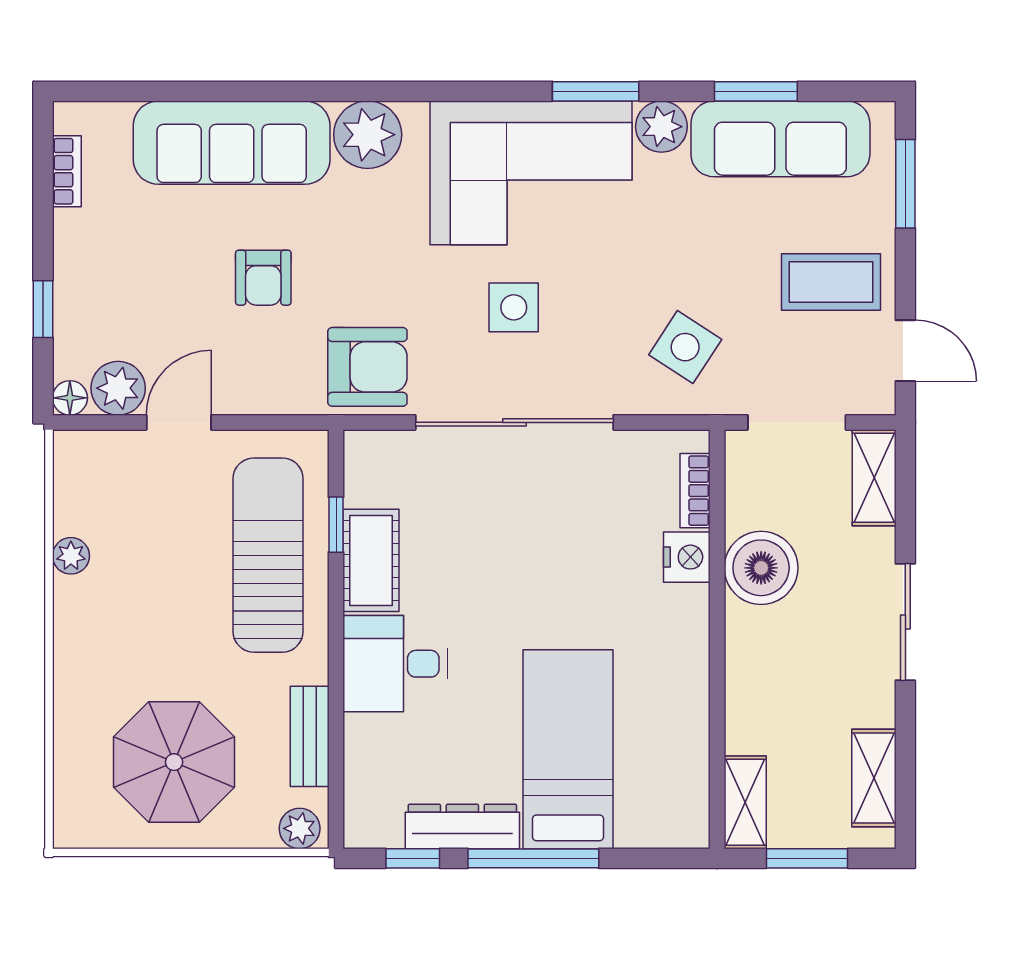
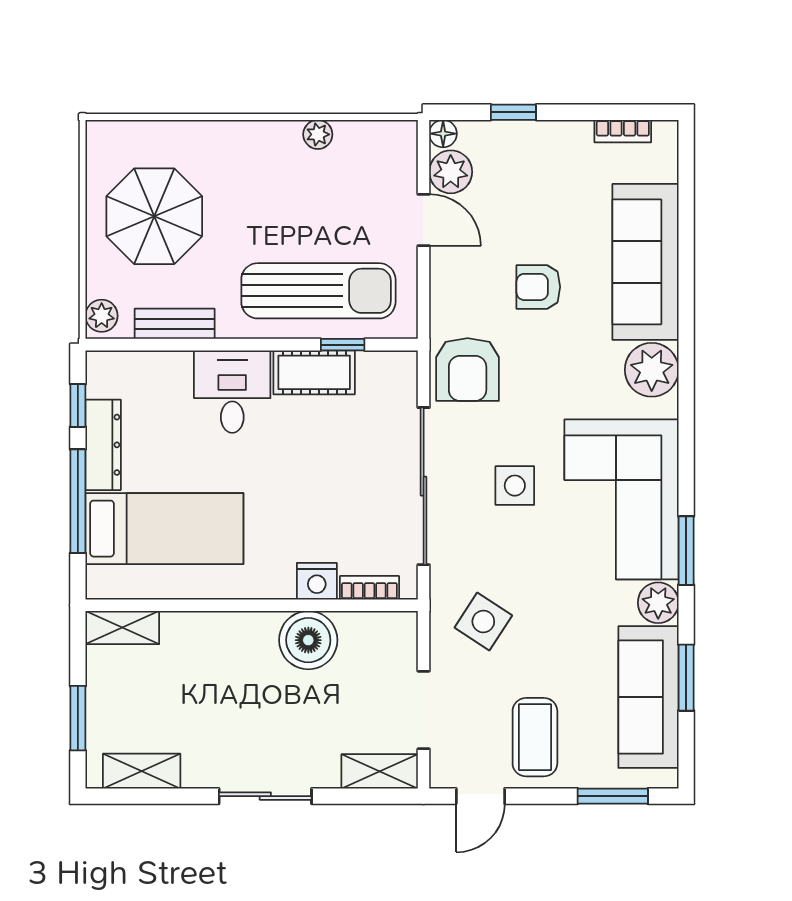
bookcase: (695, 491) -> (369, 588), moved
nightstand: (687, 557) -> (317, 581), moved
boiler: (761, 568) -> (308, 640), moved
wall: (717, 639) -> (252, 605), moved
shelving: (745, 802) -> (122, 628), moved

